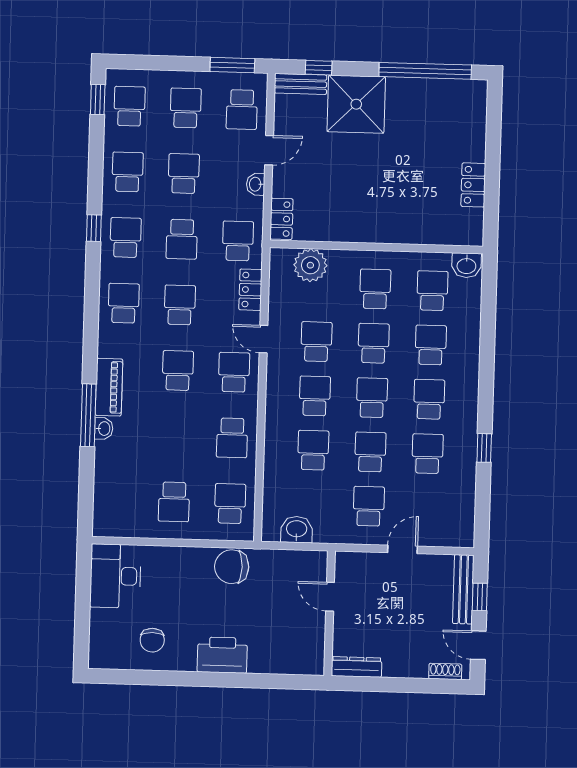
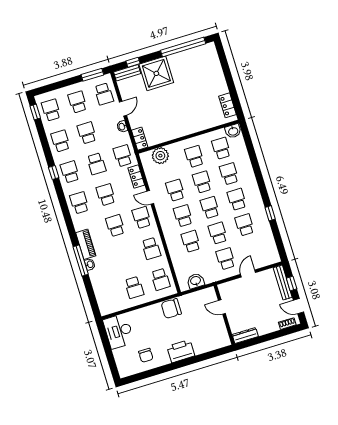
locker: (473, 185) -> (227, 105), moved
school desk: (230, 504) -> (161, 279), turned 180

